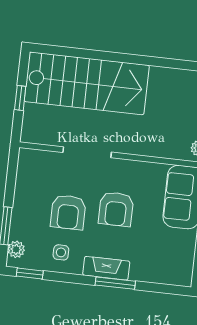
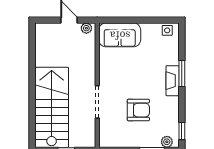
armchair: (116, 209) -> (133, 79), removed
side table: (61, 252) -> (167, 30), moved

